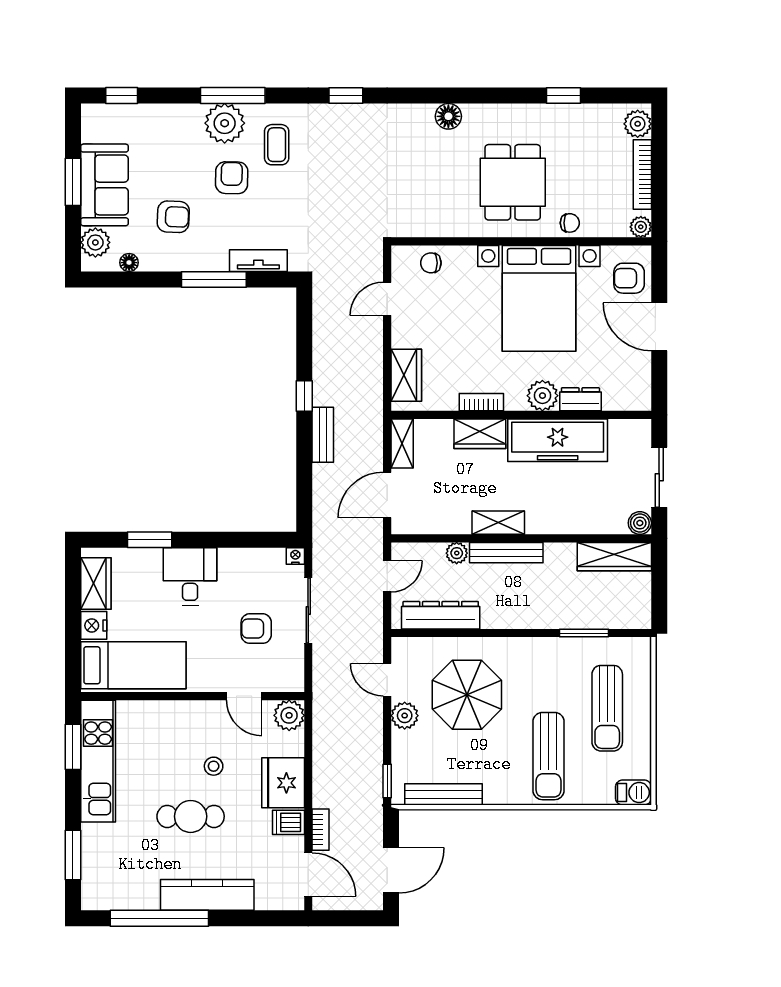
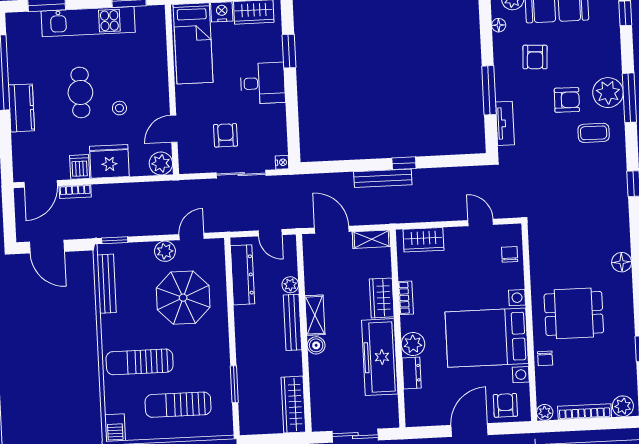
bench: (323, 435) -> (383, 178), width x1.36
boiler: (640, 523) -> (316, 345), moved
kitchen unit: (98, 761) -> (88, 22), moved
kitchen counter: (207, 895) -> (22, 108), width x0.67

